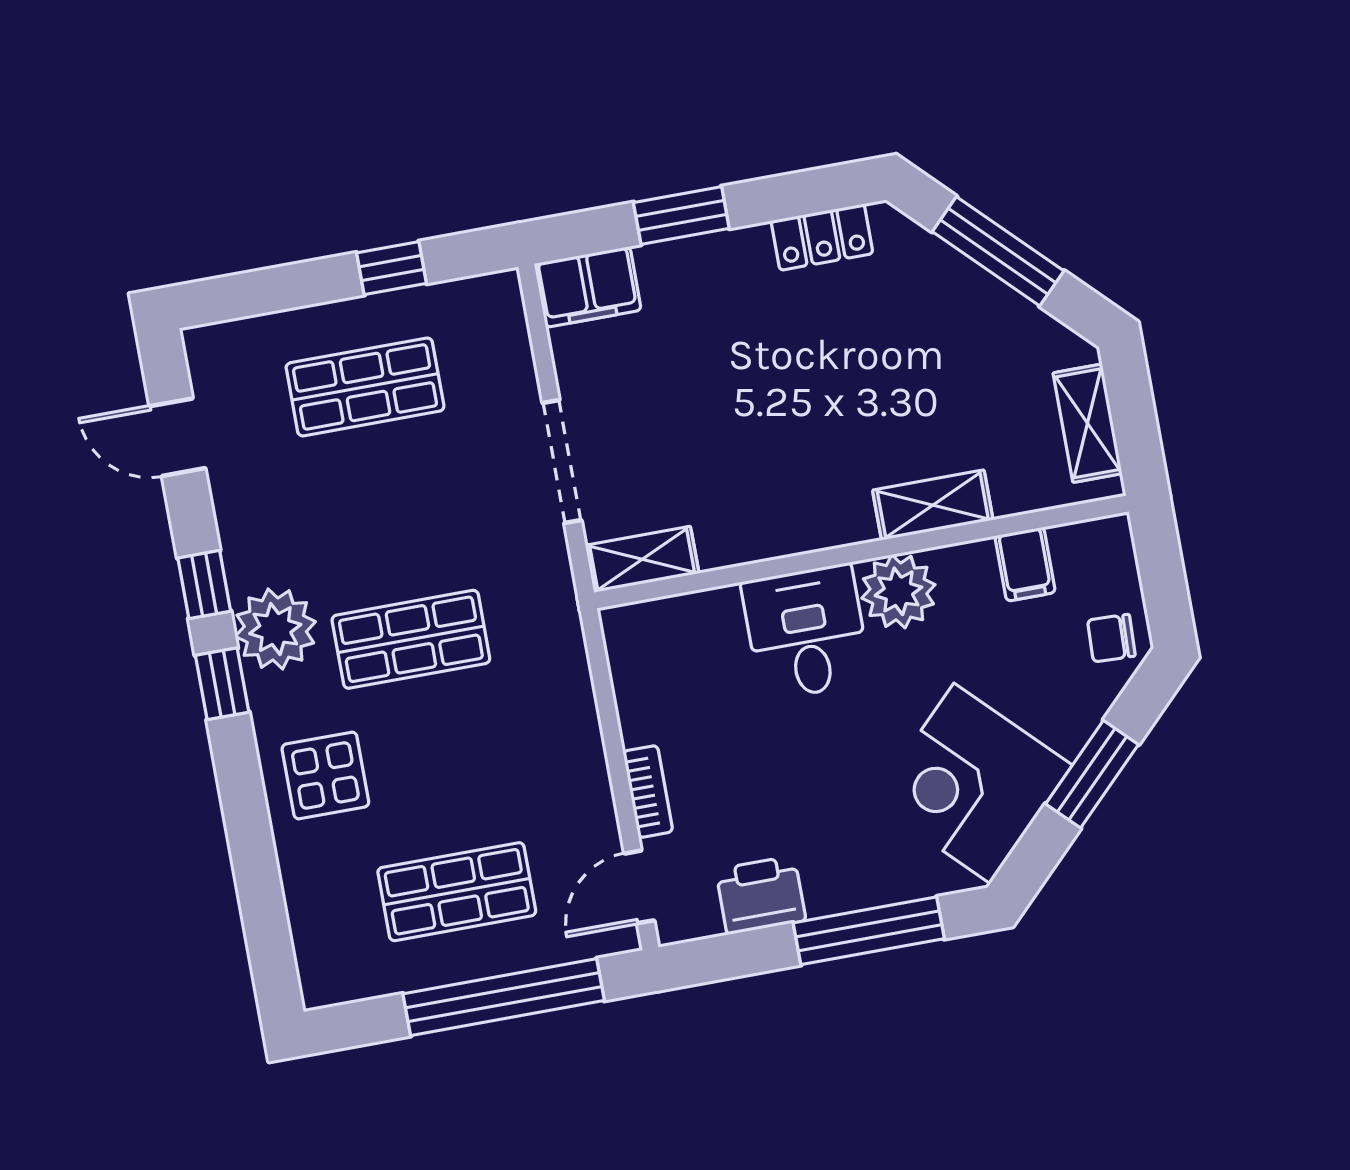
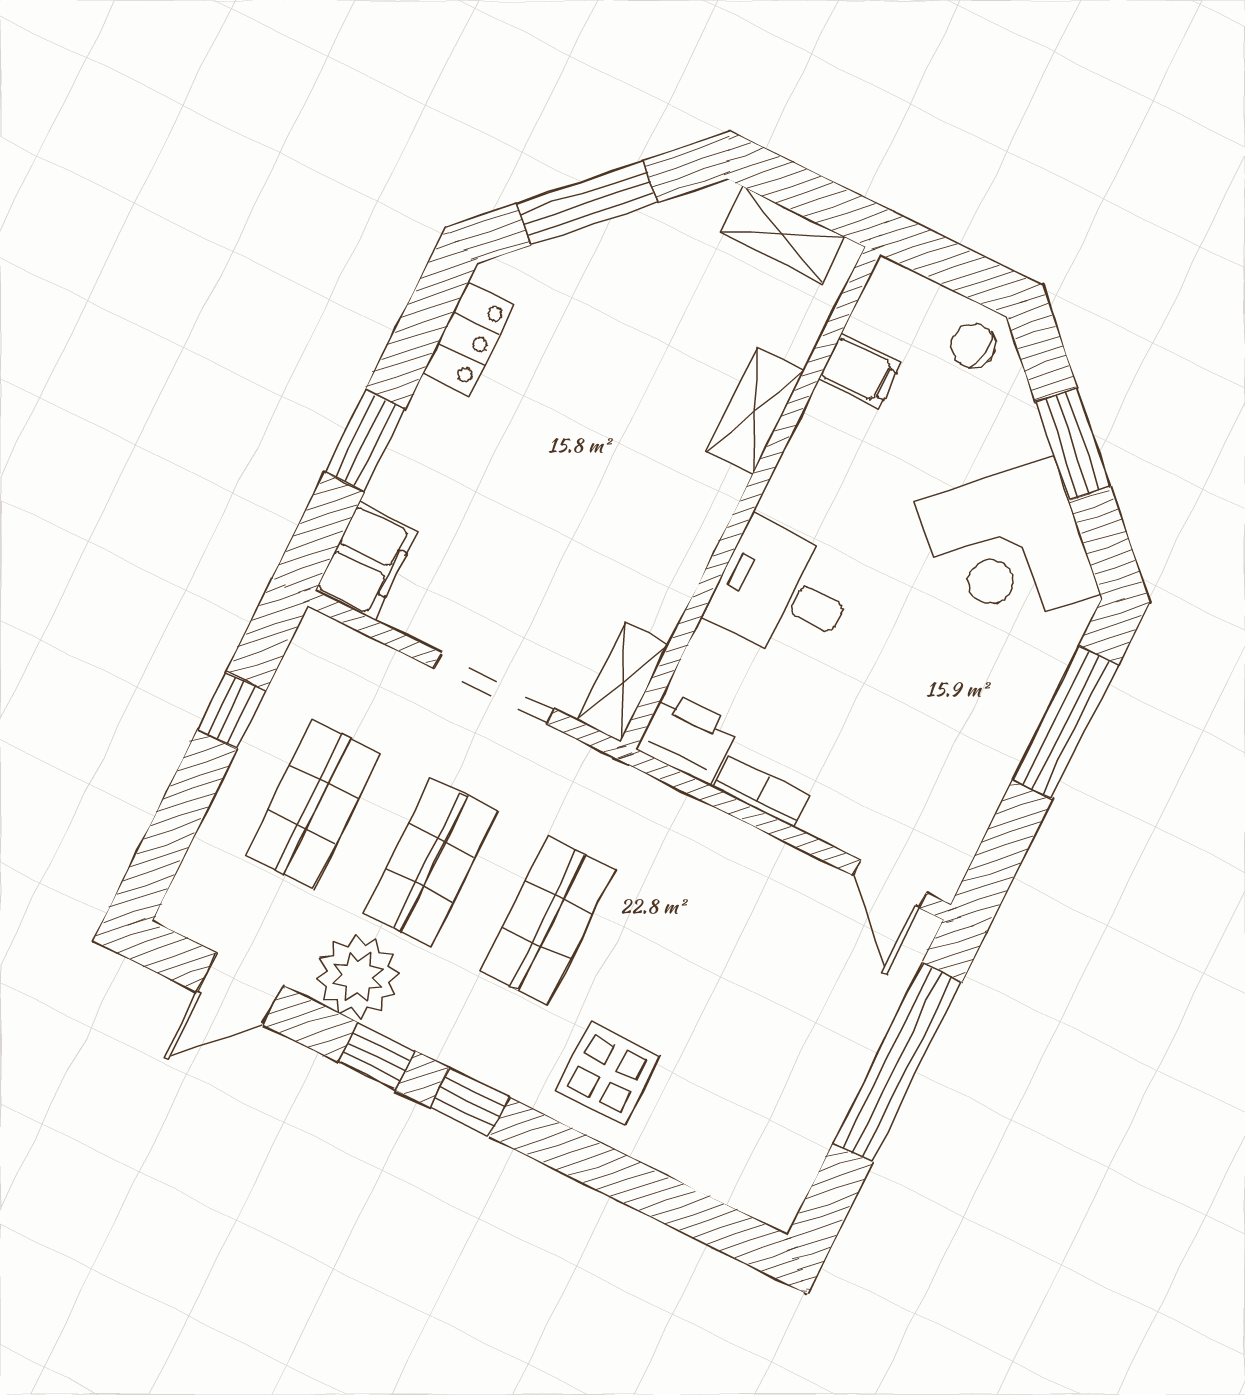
plant: (898, 591) -> (805, 492), removed
plant: (275, 629) -> (358, 976), moved
chair: (1111, 638) -> (973, 346), turned 93
bookcase: (648, 792) -> (761, 791), moved
shop shelf: (457, 892) -> (430, 862), moved
printer: (761, 895) -> (687, 737), moved, turned 90

